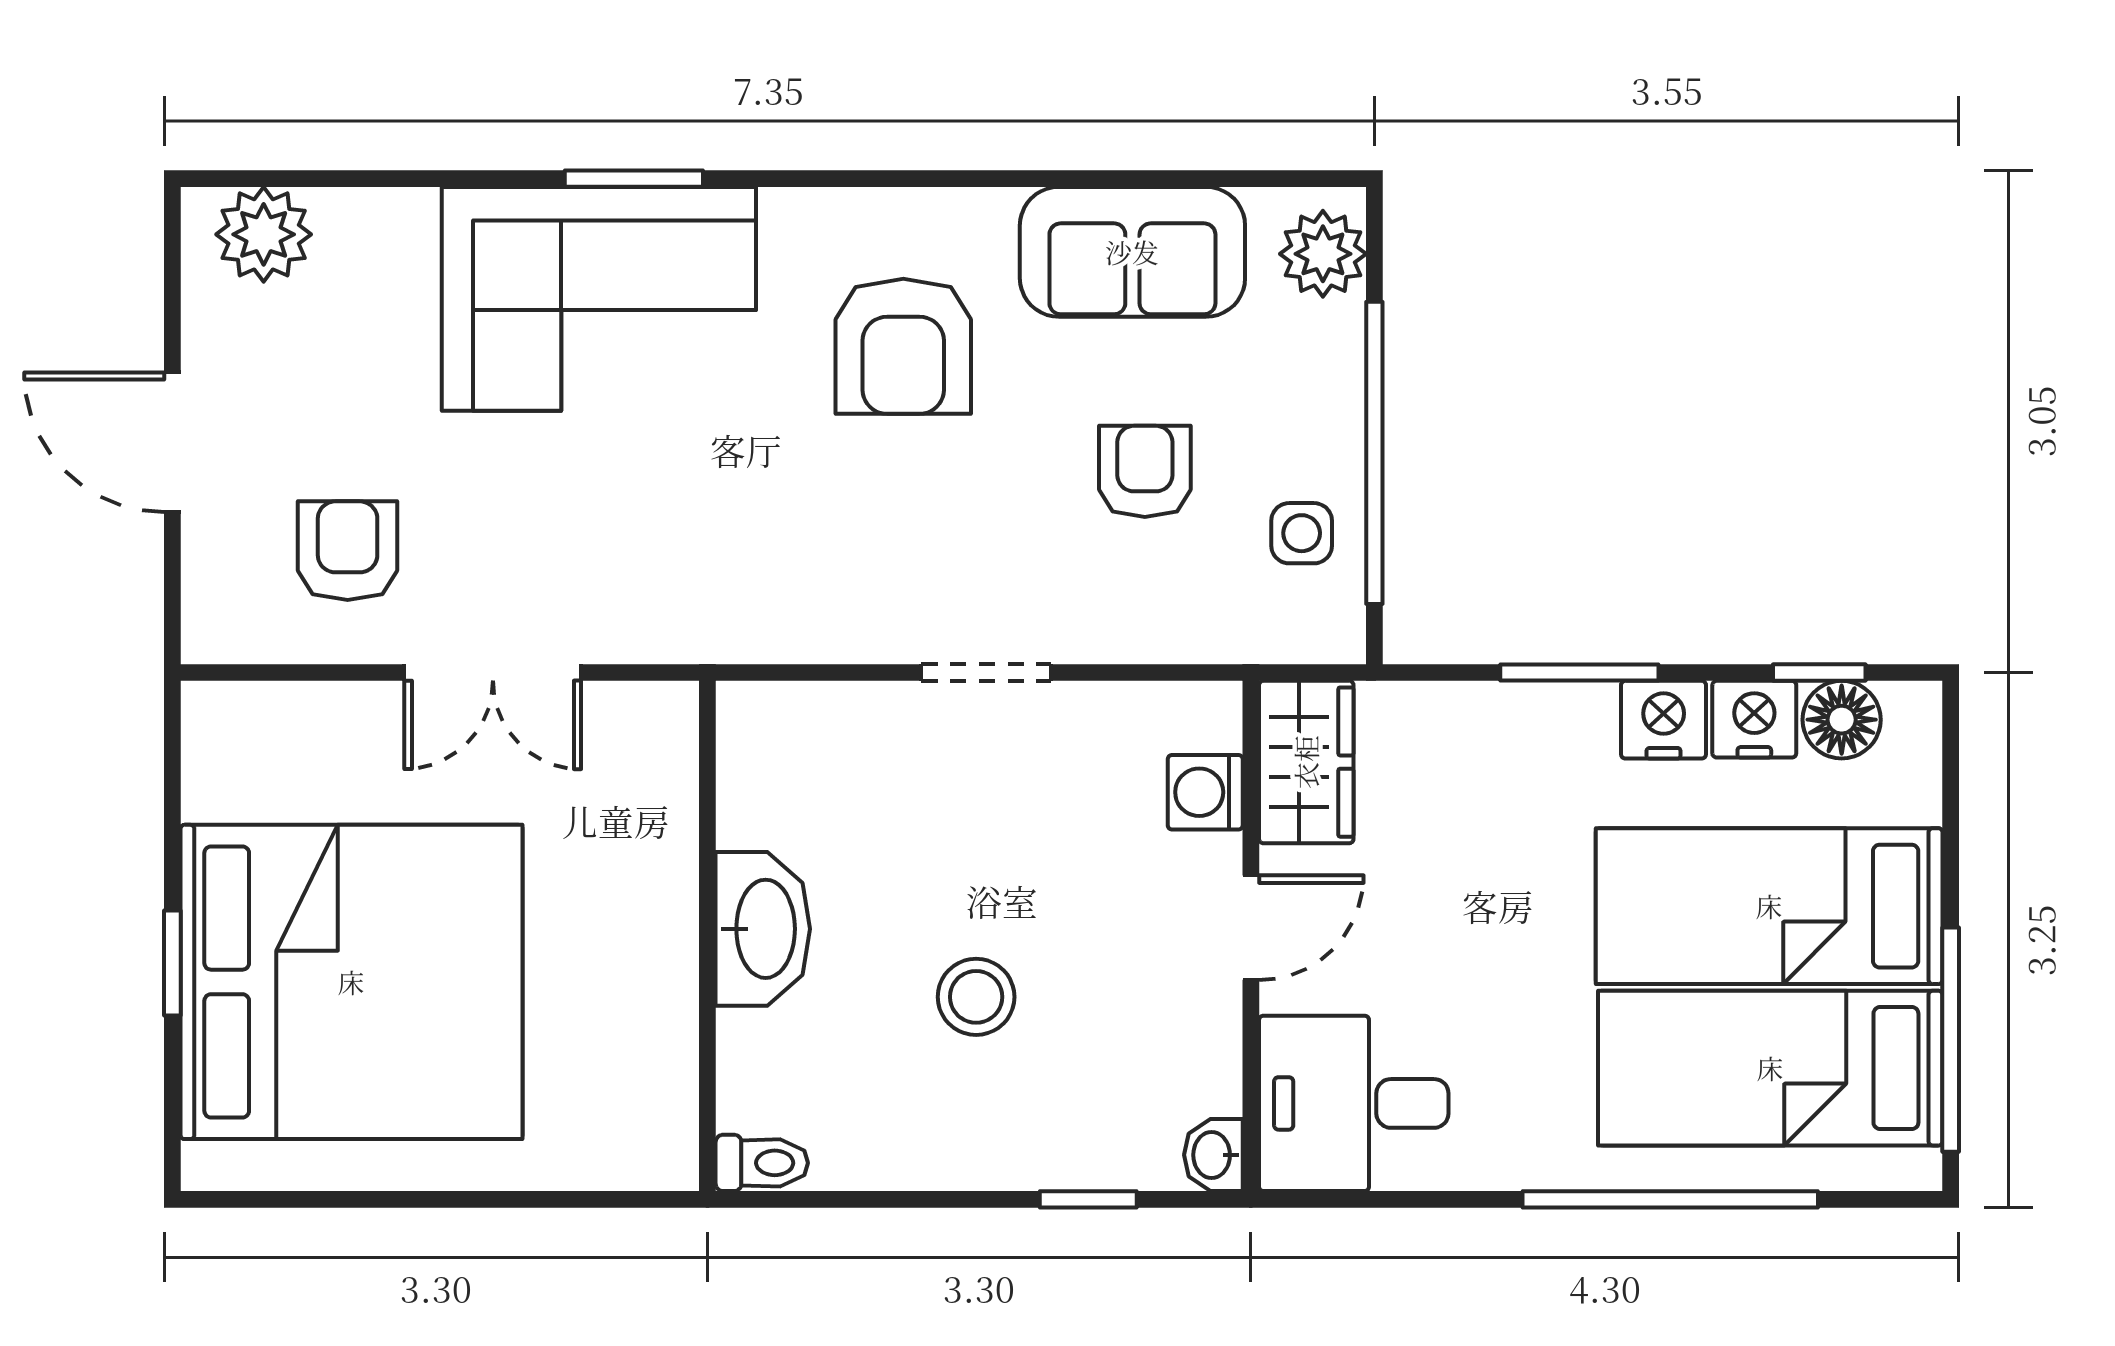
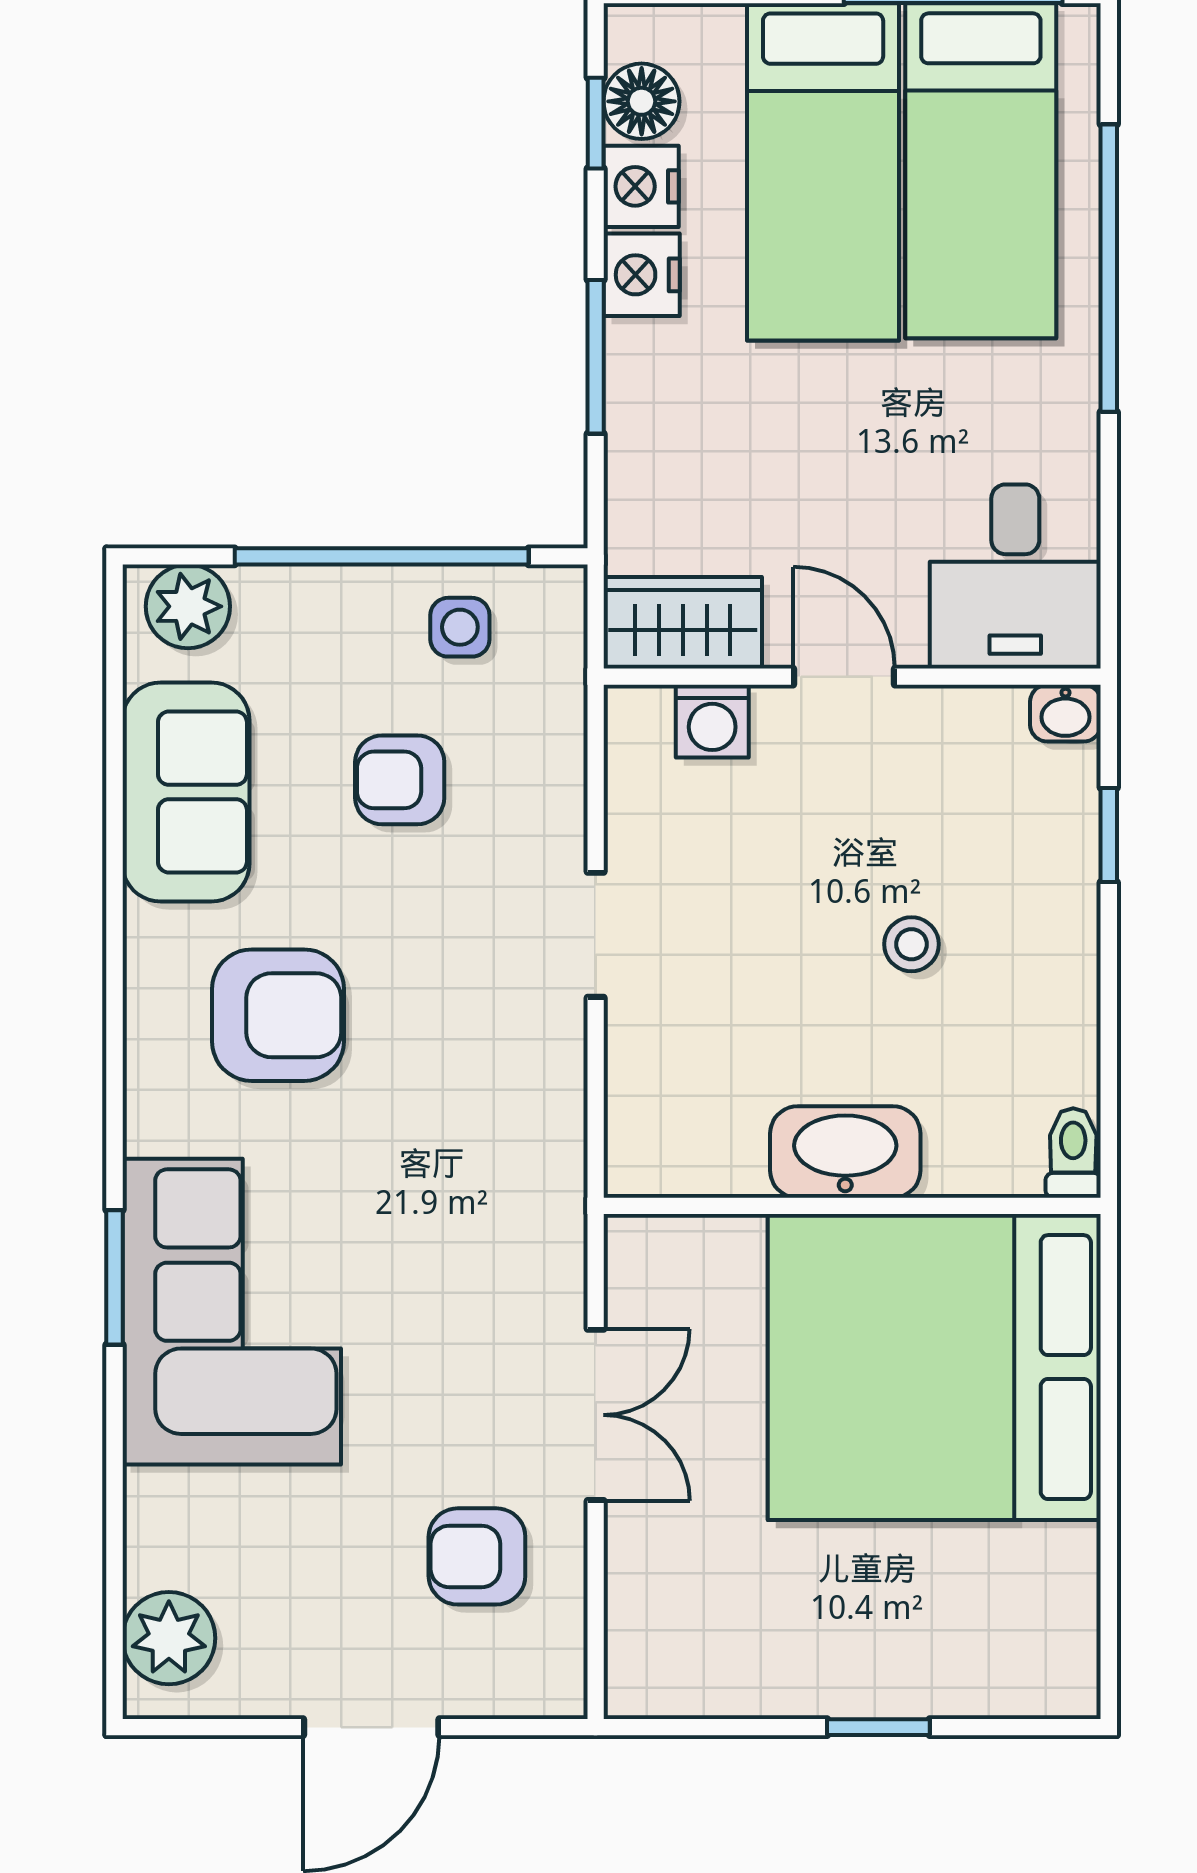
bed: (351, 982) -> (934, 1367), moved, turned -90
stool: (976, 997) -> (911, 944), width x0.73, depth x0.73

